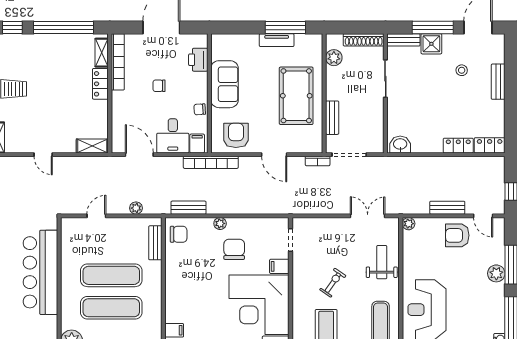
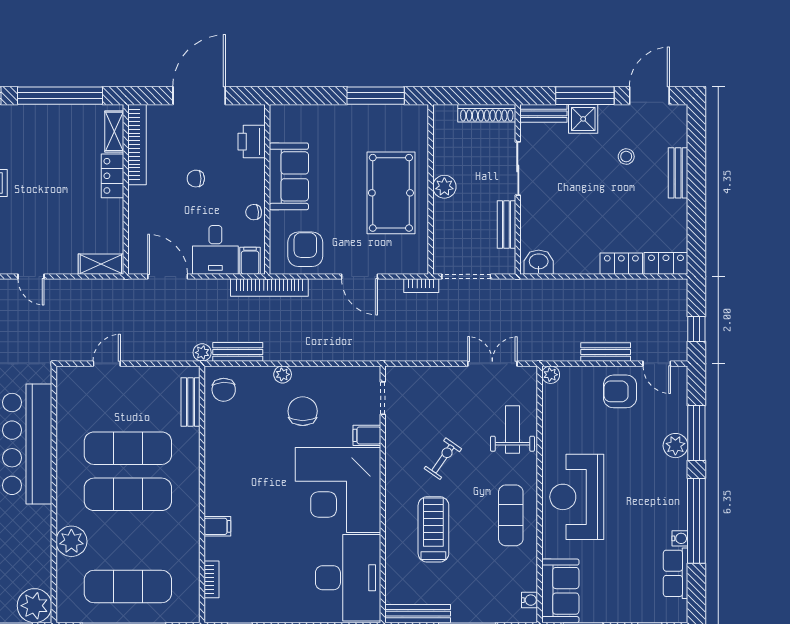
tv unit: (277, 40) -> (363, 114), removed
plant: (334, 58) -> (444, 187), moved
bench: (332, 118) -> (506, 225), moved
plant: (136, 208) -> (202, 353), moved
chair: (179, 234) -> (224, 390), turned 88

